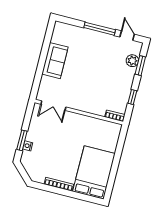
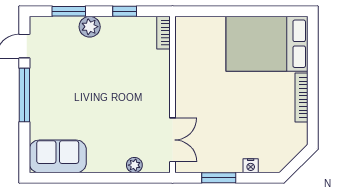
sofa: (55, 61) -> (58, 156), moved
plant: (132, 61) -> (90, 27), moved
plant: (45, 81) -> (134, 165), added
window: (22, 140) -> (219, 178), moved

